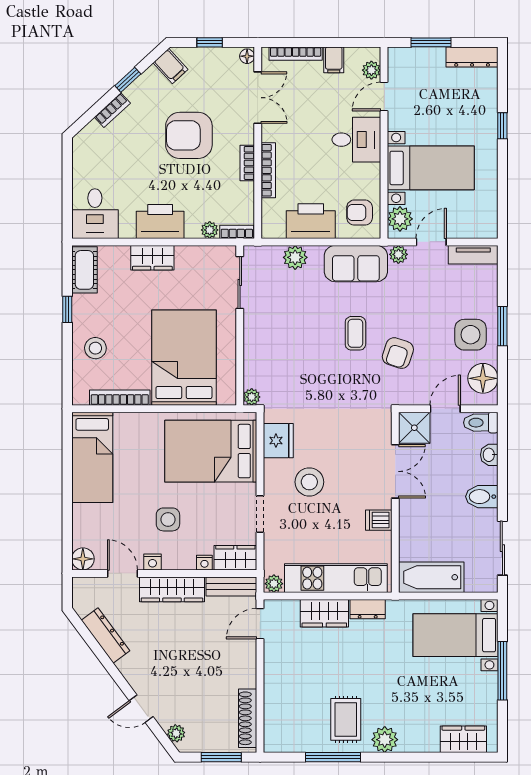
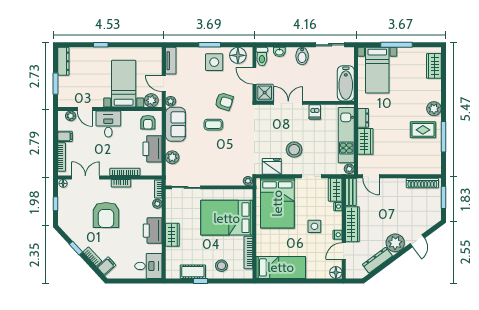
filing cabinet: (170, 66) -> (106, 266), moved
cot: (84, 270) -> (193, 272), moved
plant: (176, 733) -> (395, 243), moved, width x1.88, depth x1.88

